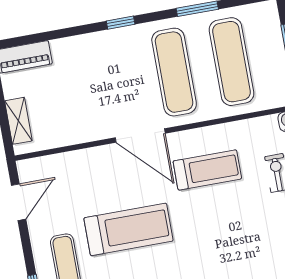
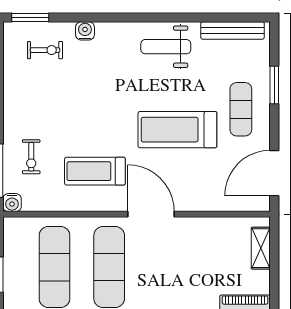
door: (19, 202) -> (274, 173), width x1.36

